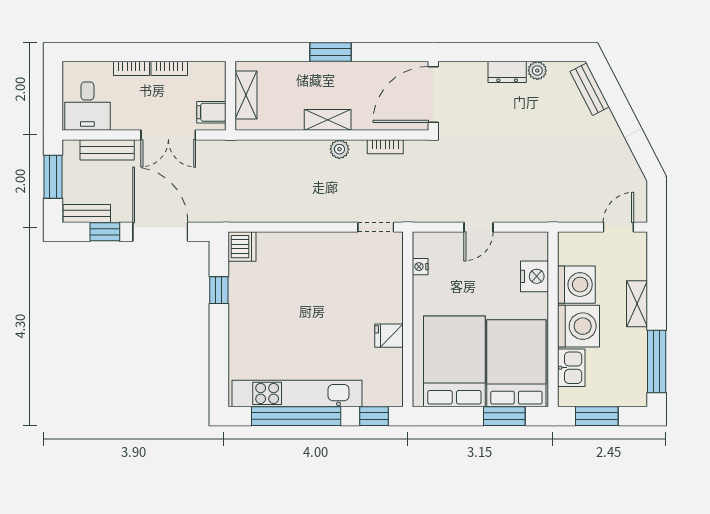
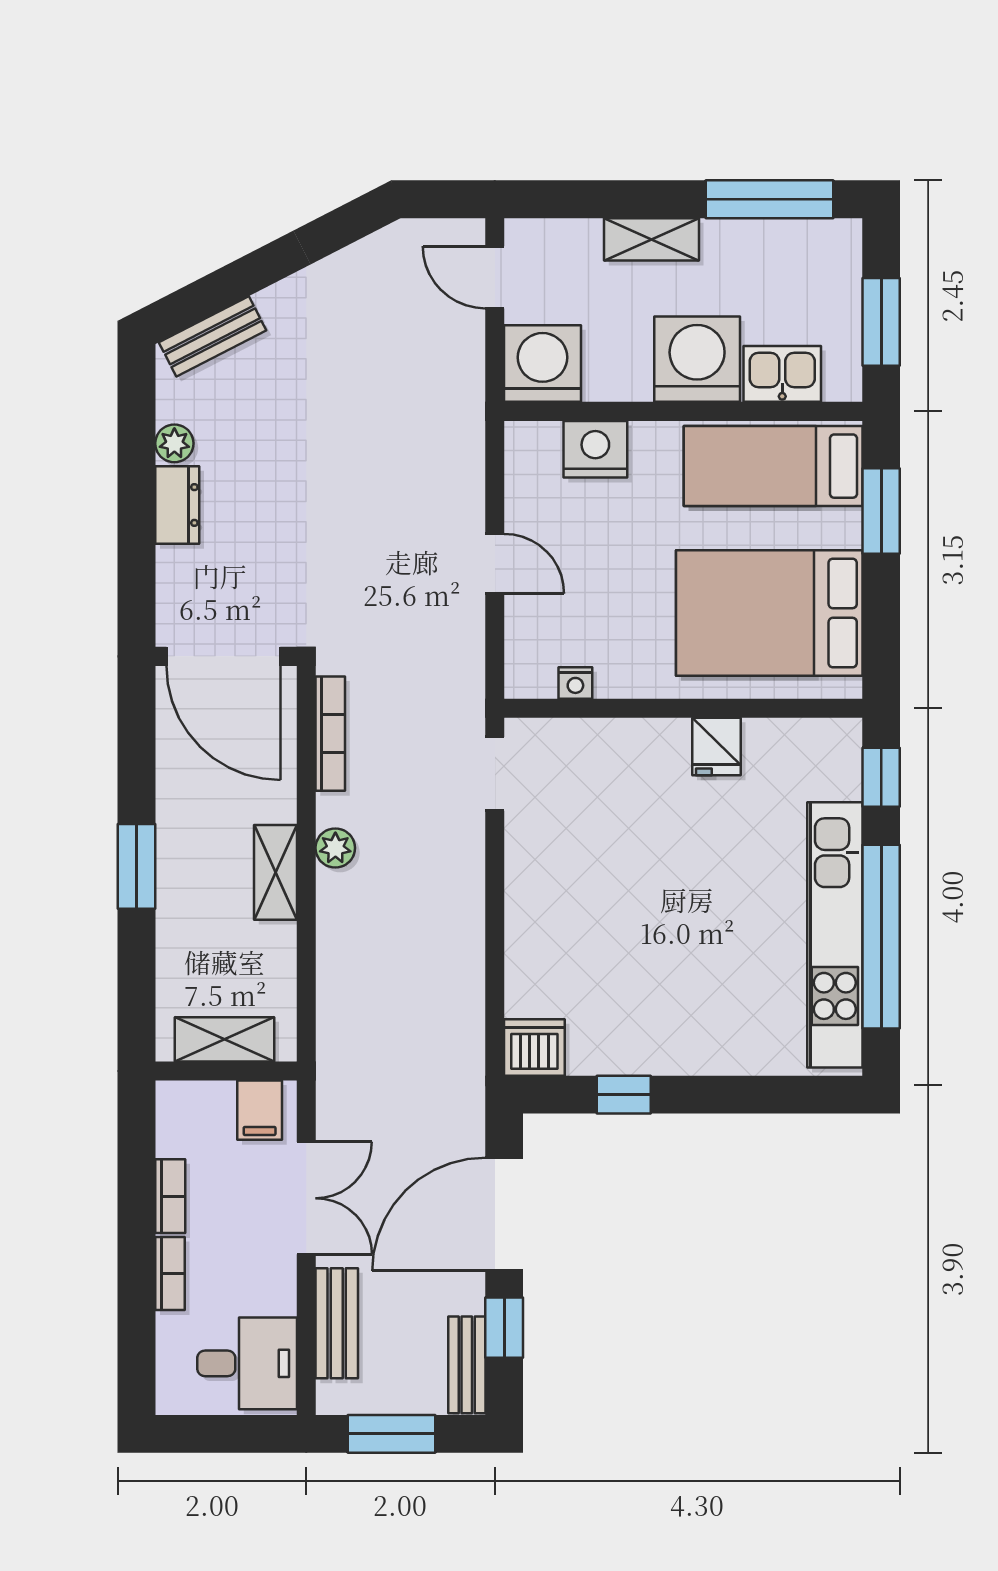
bookcase: (385, 147) -> (330, 734), width x1.56
washing machine: (576, 285) -> (542, 364), moved
bed: (516, 363) -> (773, 466), width x0.67

